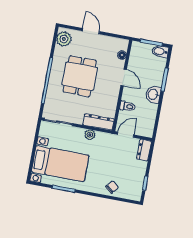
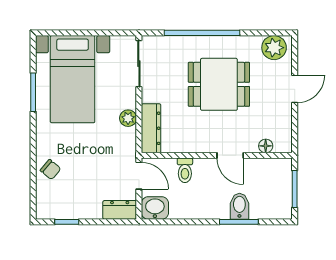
bidet: (160, 51) -> (239, 206), moved
door: (124, 77) -> (230, 155), hinge flipped
washbasin: (153, 94) -> (155, 208), moved

